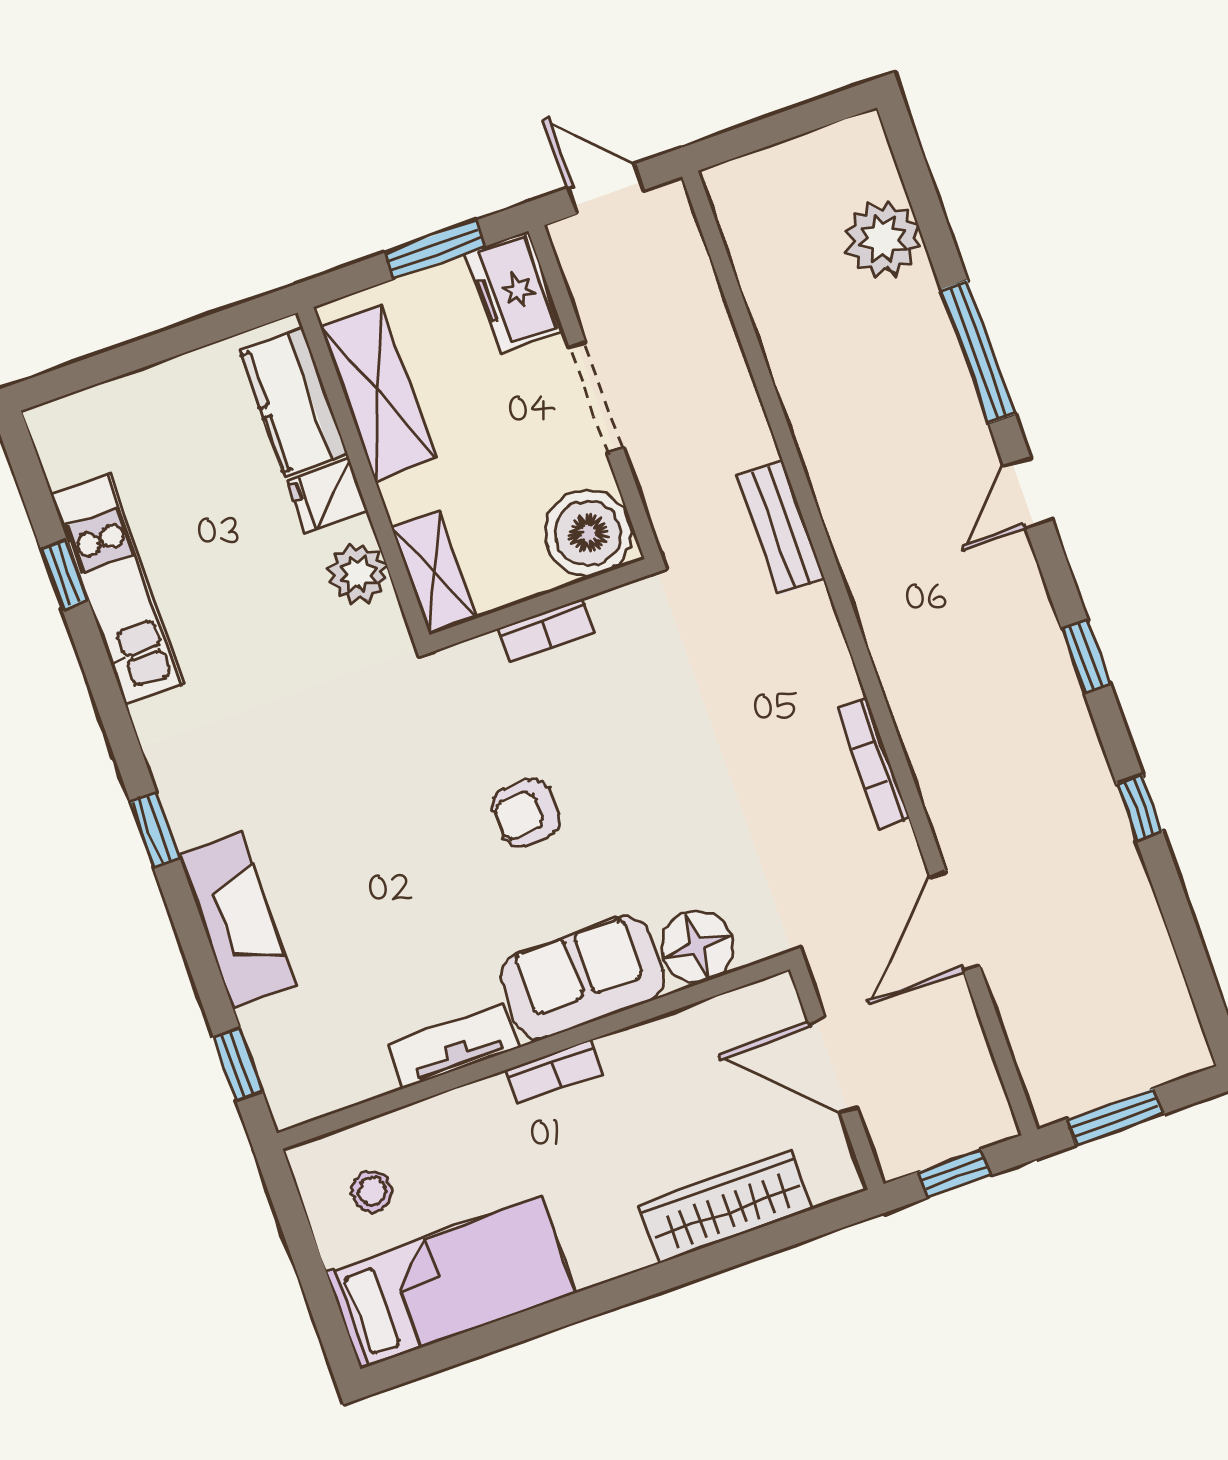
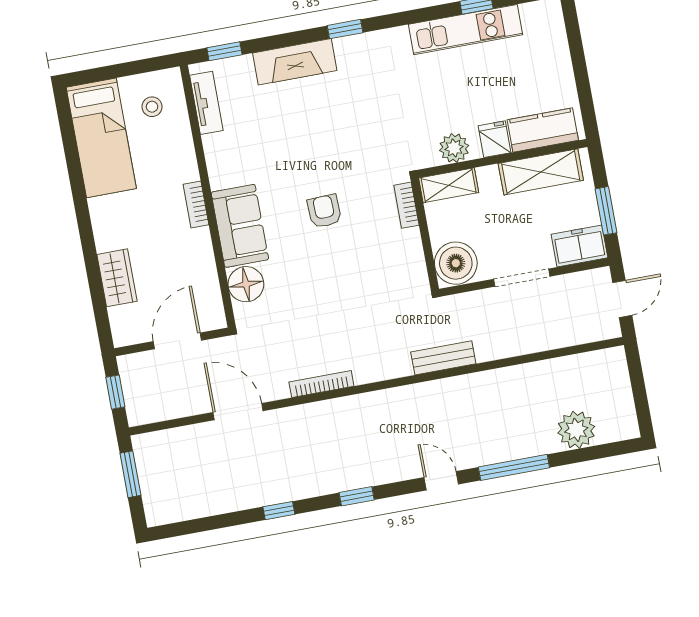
bookcase: (546, 630) -> (406, 205), moved
tv unit: (454, 1046) -> (206, 103), moved
wardrobe: (726, 1207) -> (117, 278), width x0.67

